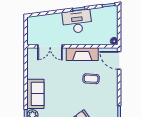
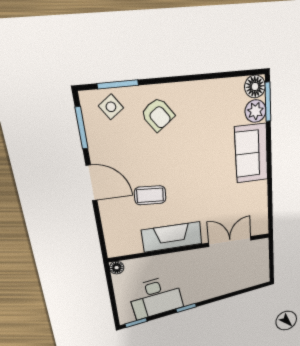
desk: (77, 22) -> (156, 297), moved
door: (119, 60) -> (92, 183), moved

